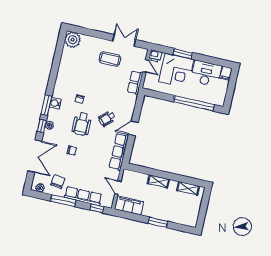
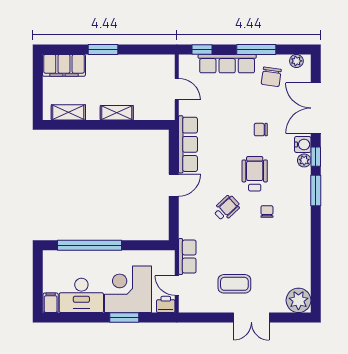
double door: (124, 40) -> (251, 318), moved
water cooler: (55, 103) -> (303, 144), moved
wheelchair: (107, 119) -> (227, 208), moved
filing cabinet: (129, 205) -> (64, 65), moved

